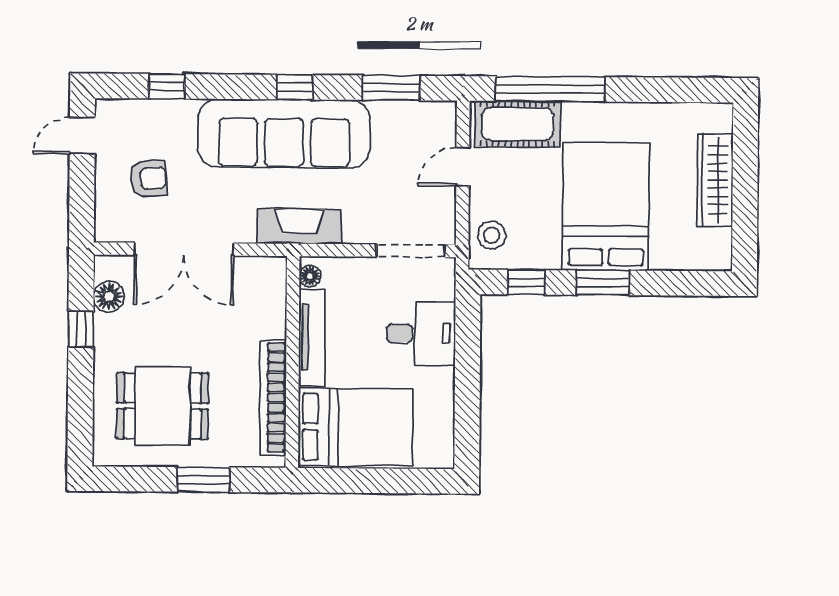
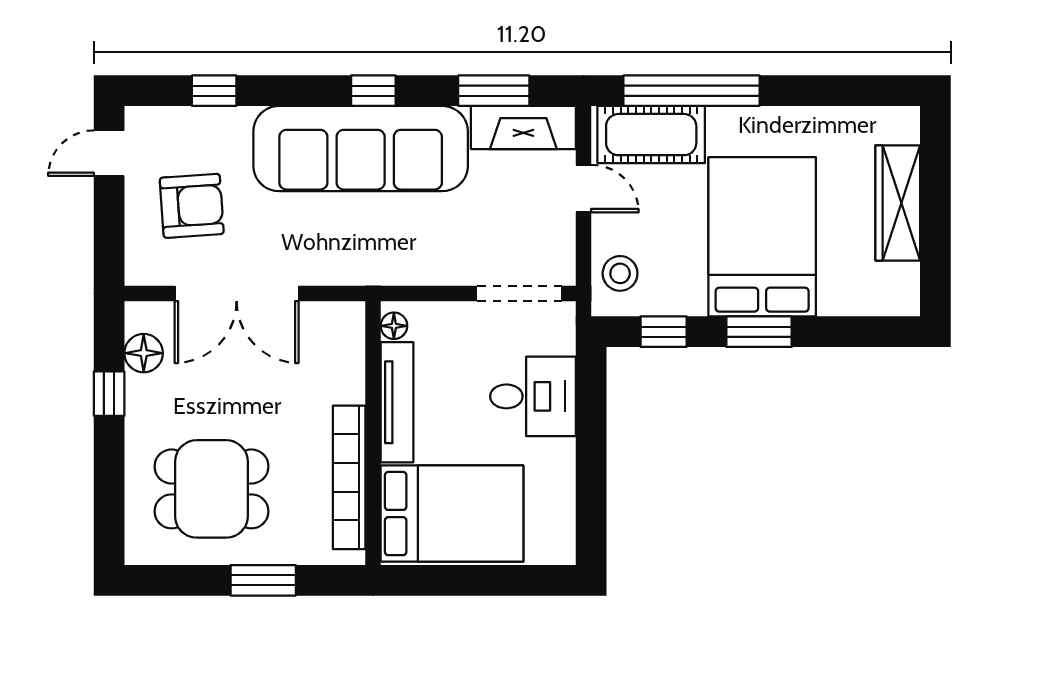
door: (463, 167) -> (583, 189), swing flipped
armchair: (148, 179) -> (192, 206), width x1.38, depth x1.38
fireplace: (299, 227) -> (523, 128), moved, turned 180

